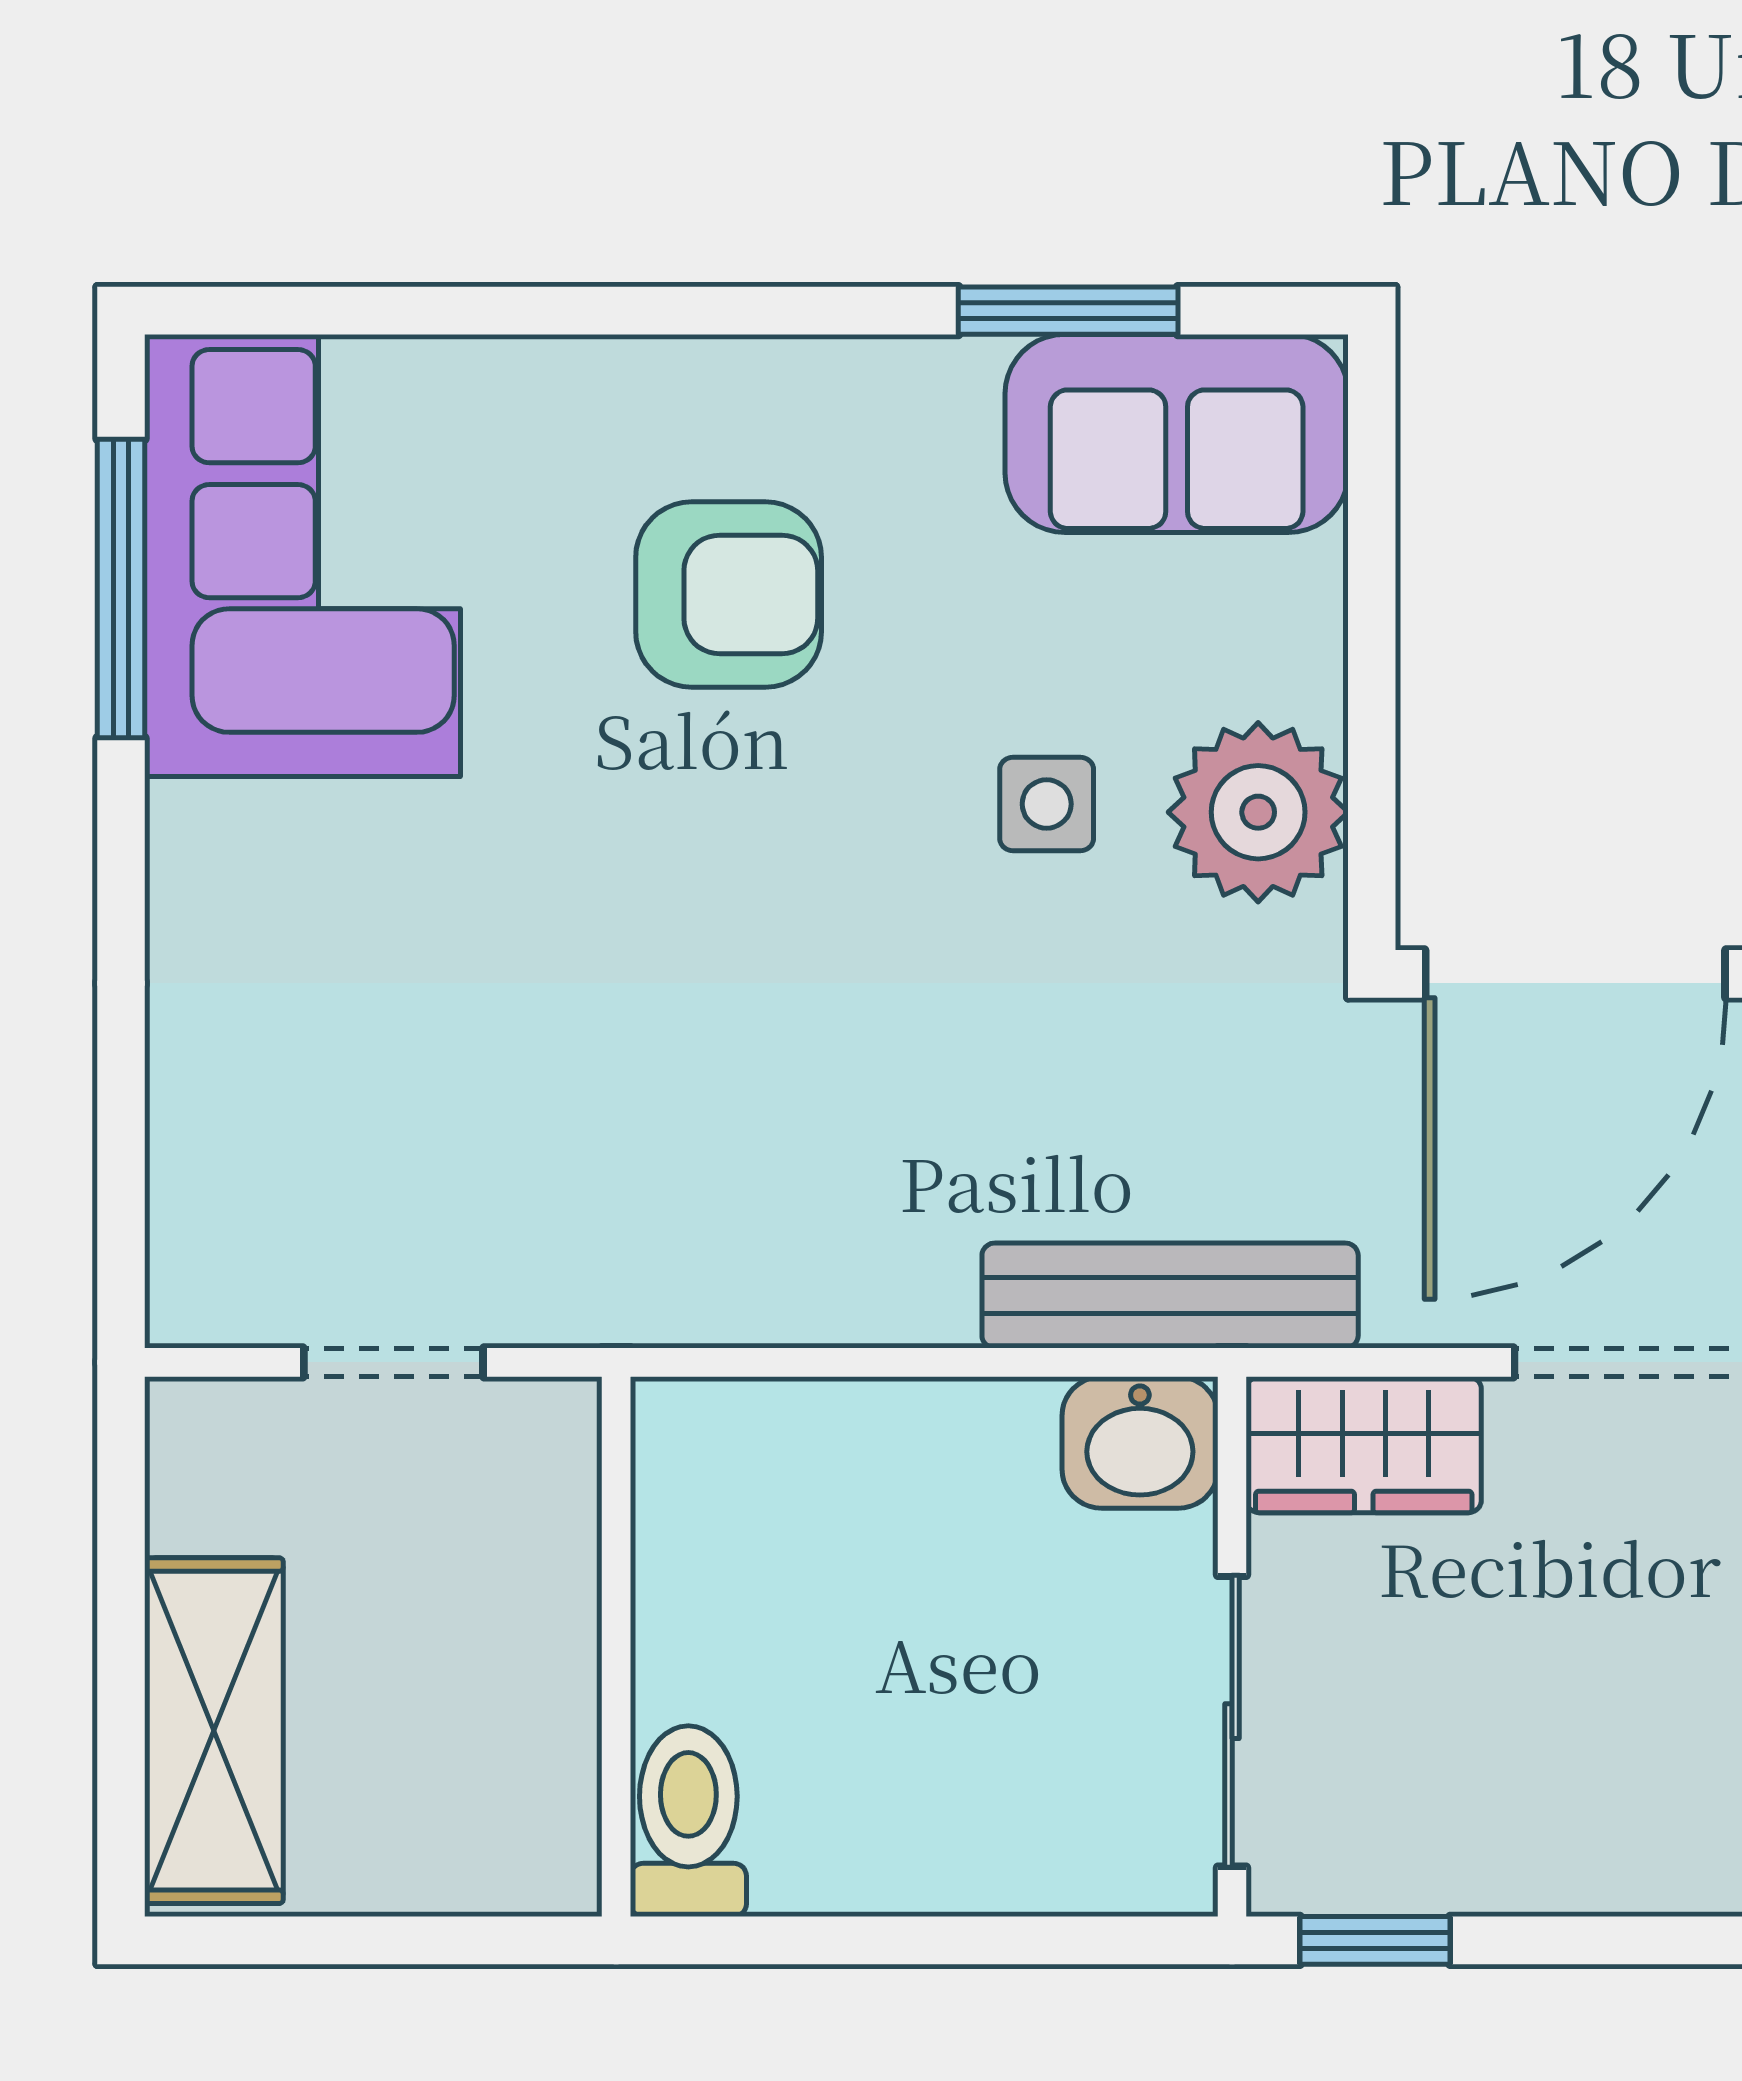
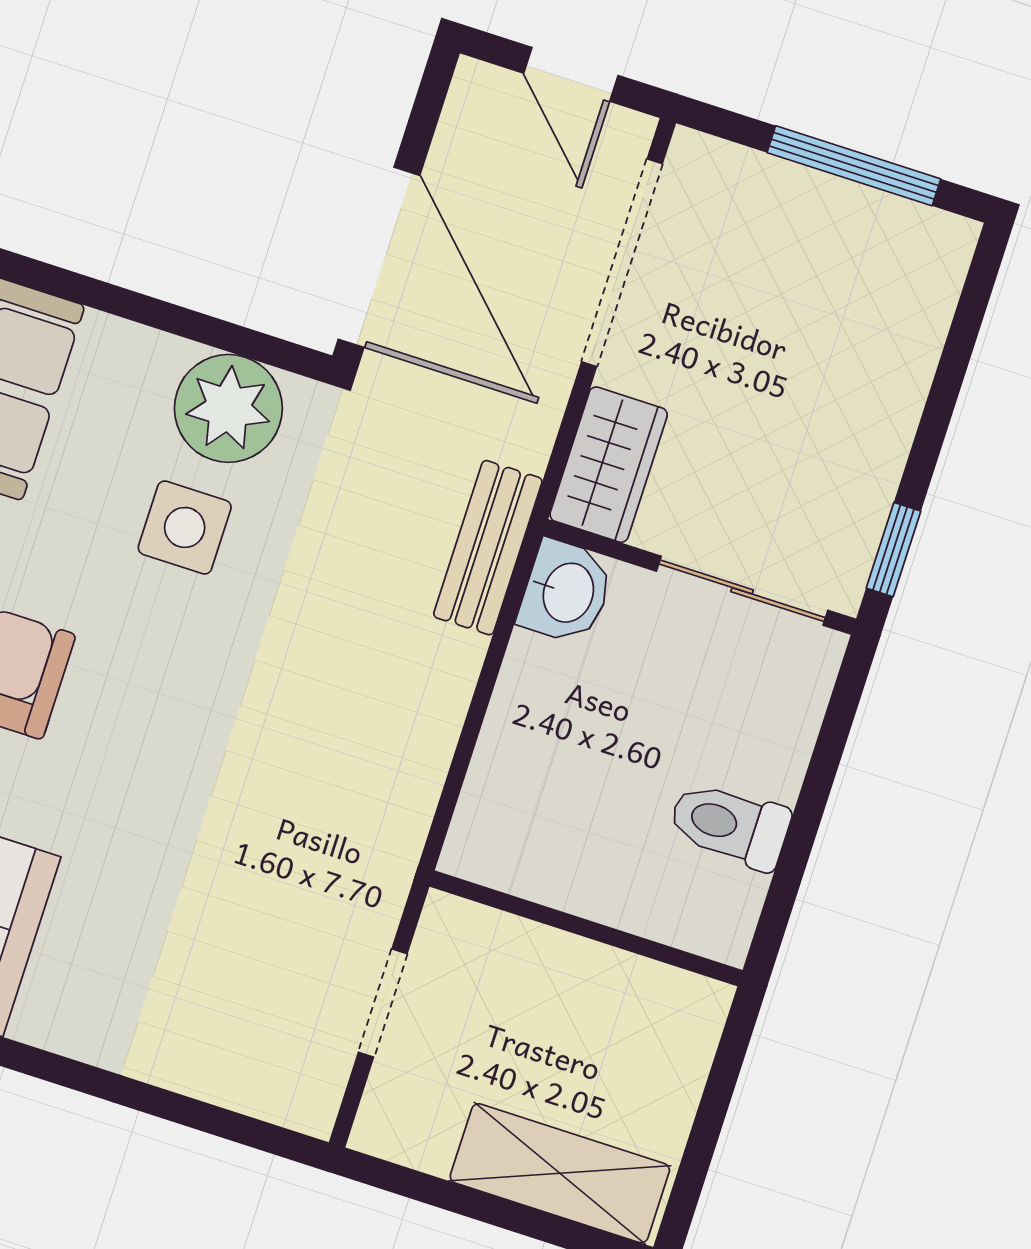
side table: (1047, 804) -> (185, 527), width x1.37, depth x1.37
bench: (1170, 1295) -> (488, 548), width x0.73
toilet: (688, 1821) -> (729, 825), moved

